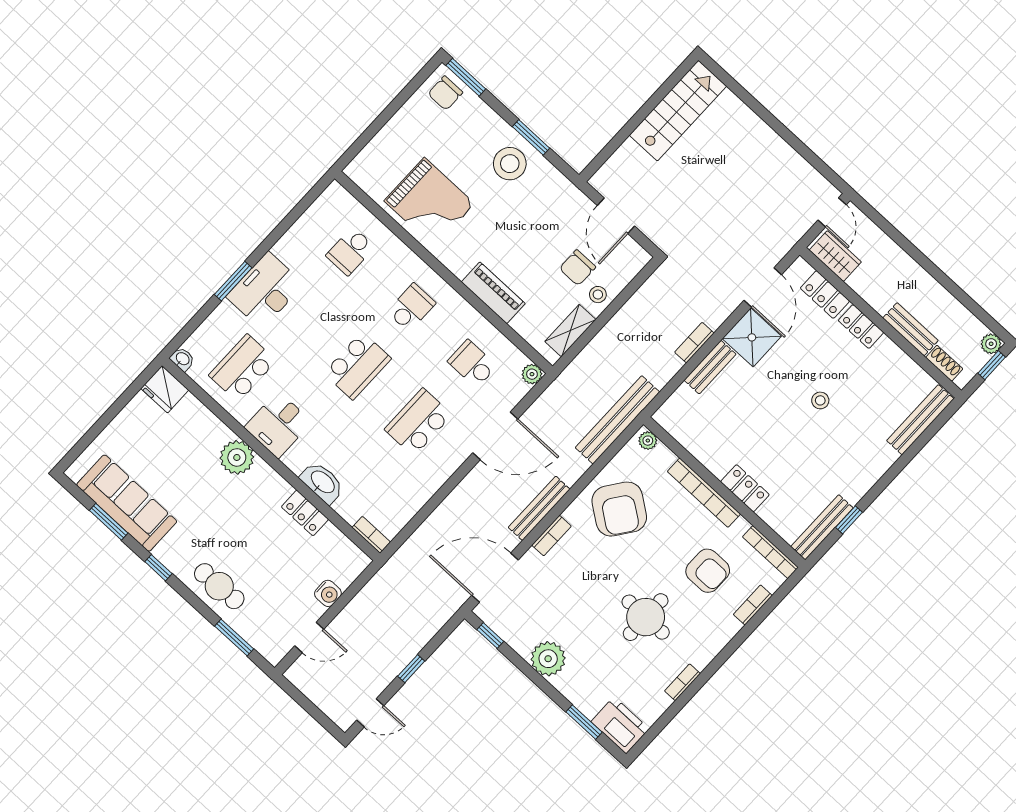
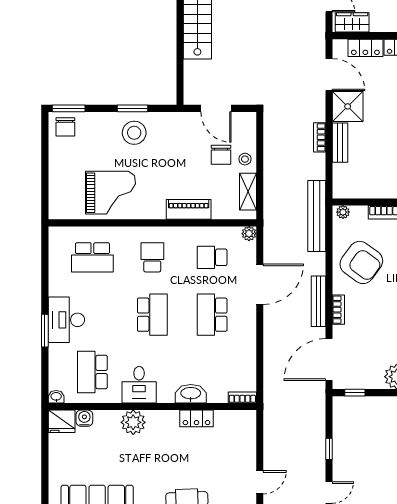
school desk: (350, 251) -> (92, 257), width x1.85
water cooler: (328, 593) -> (84, 418), moved, turned -90

